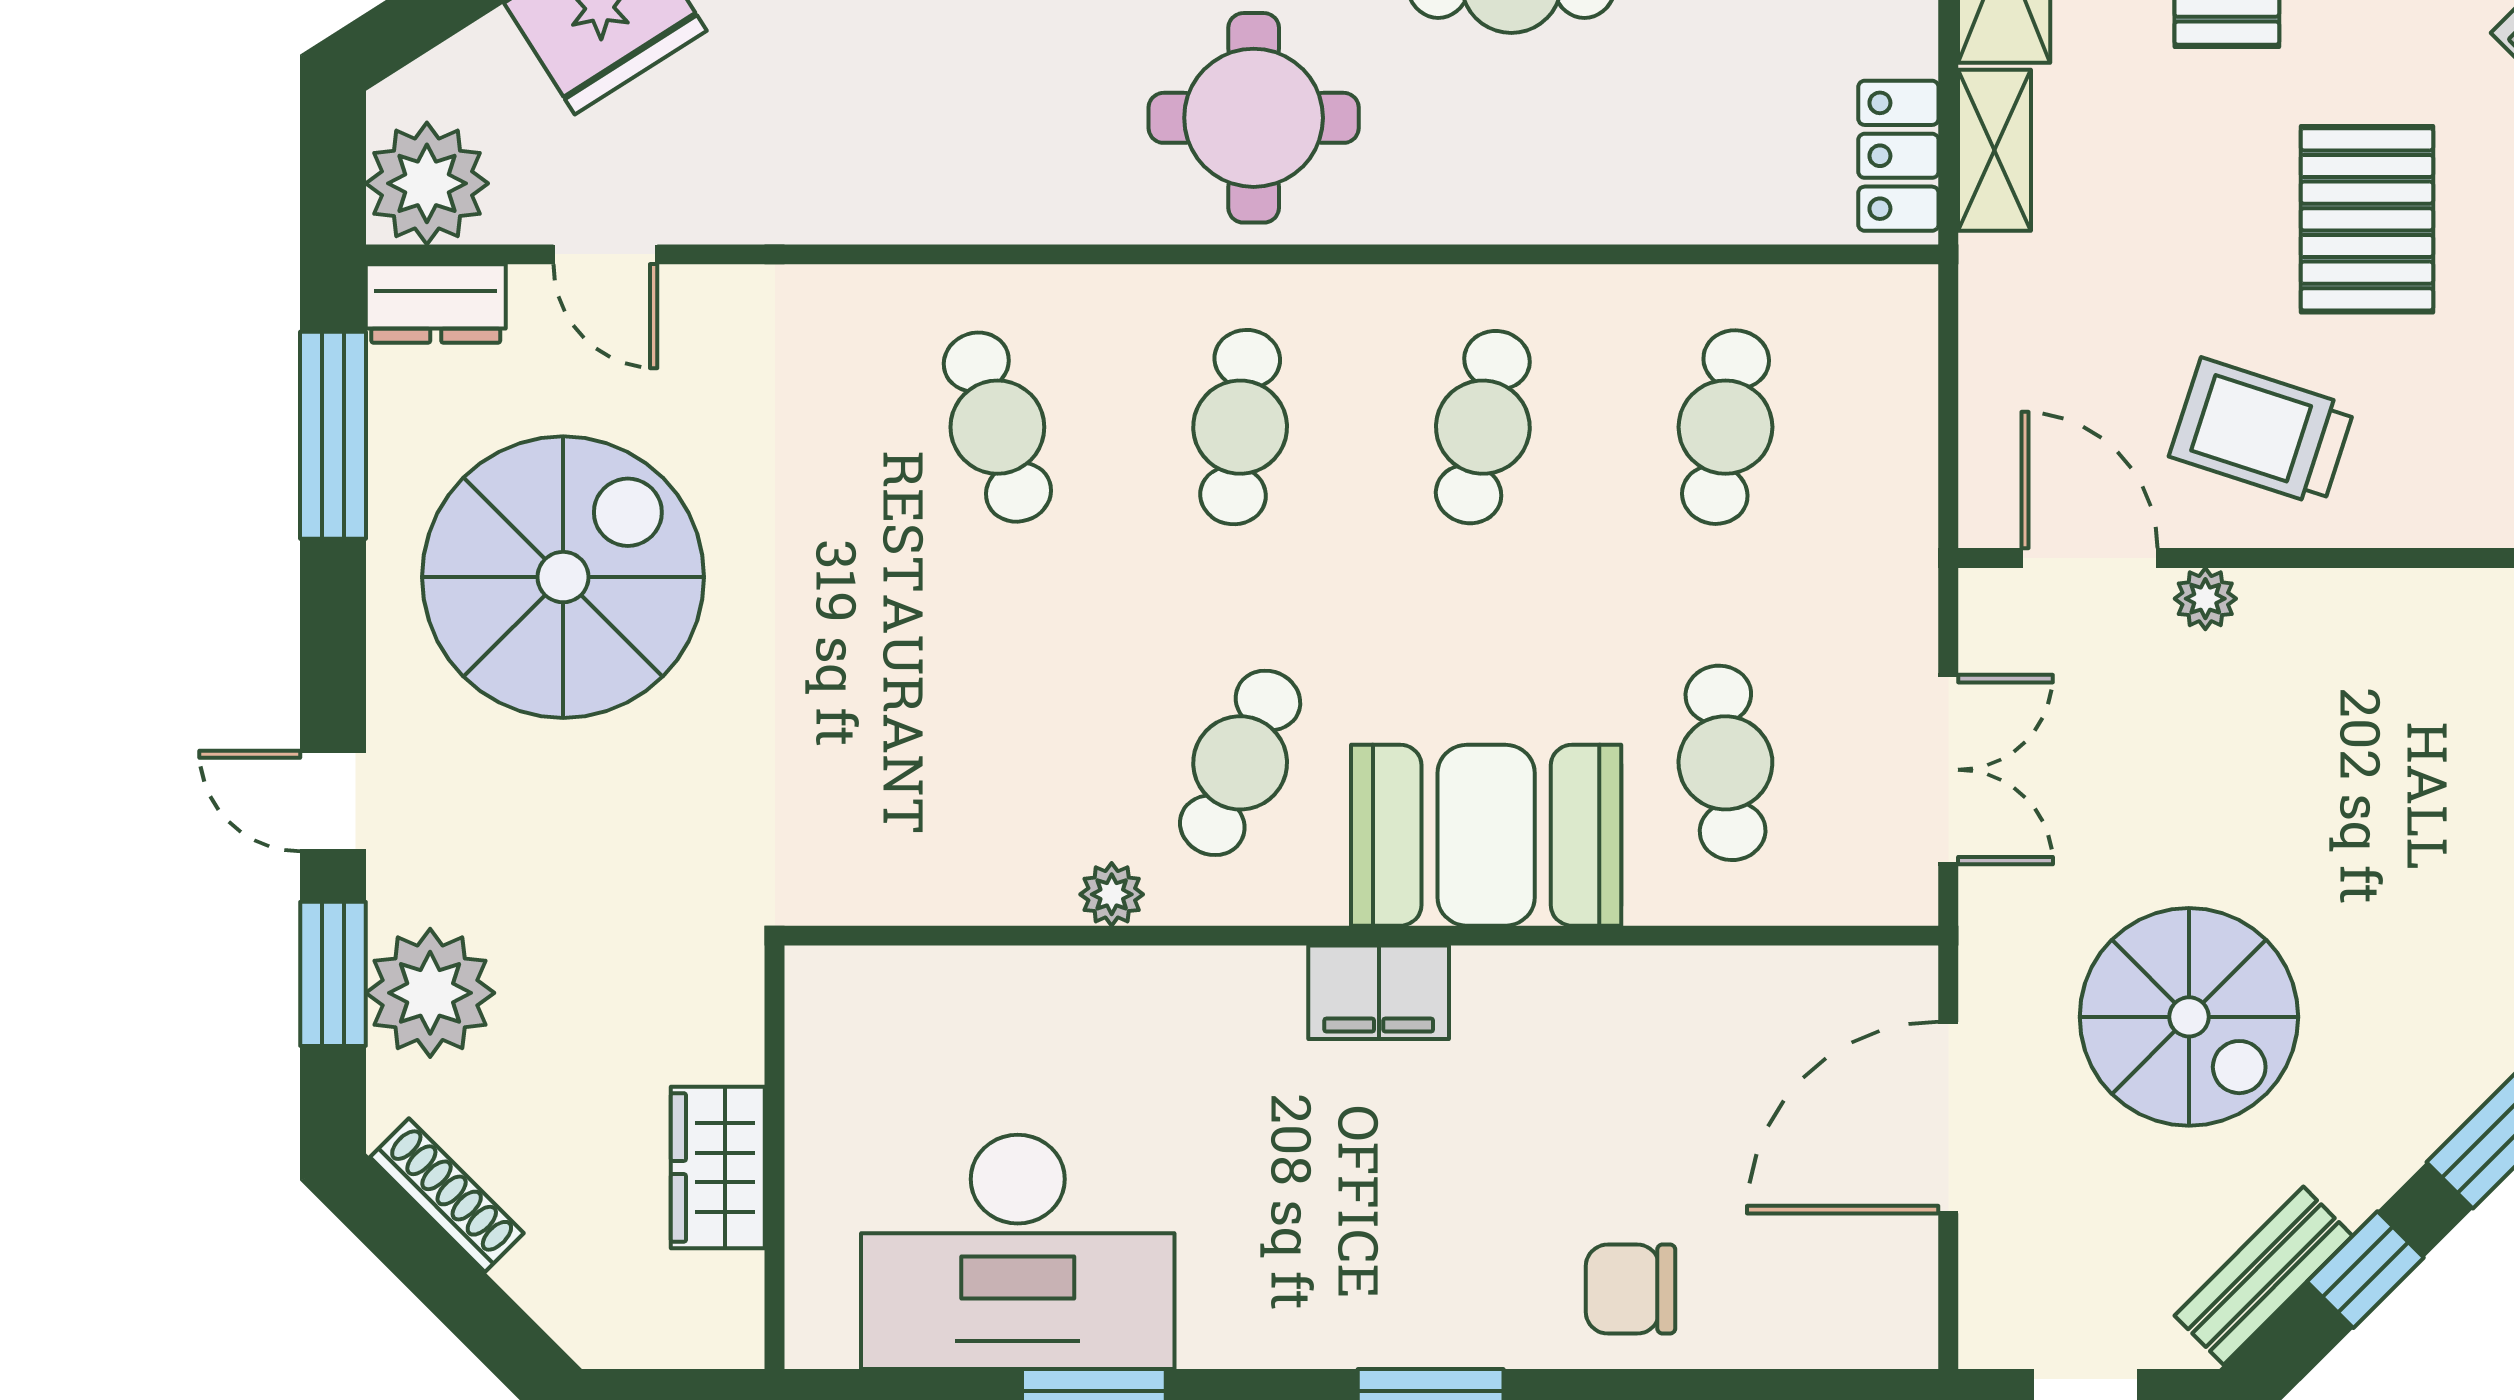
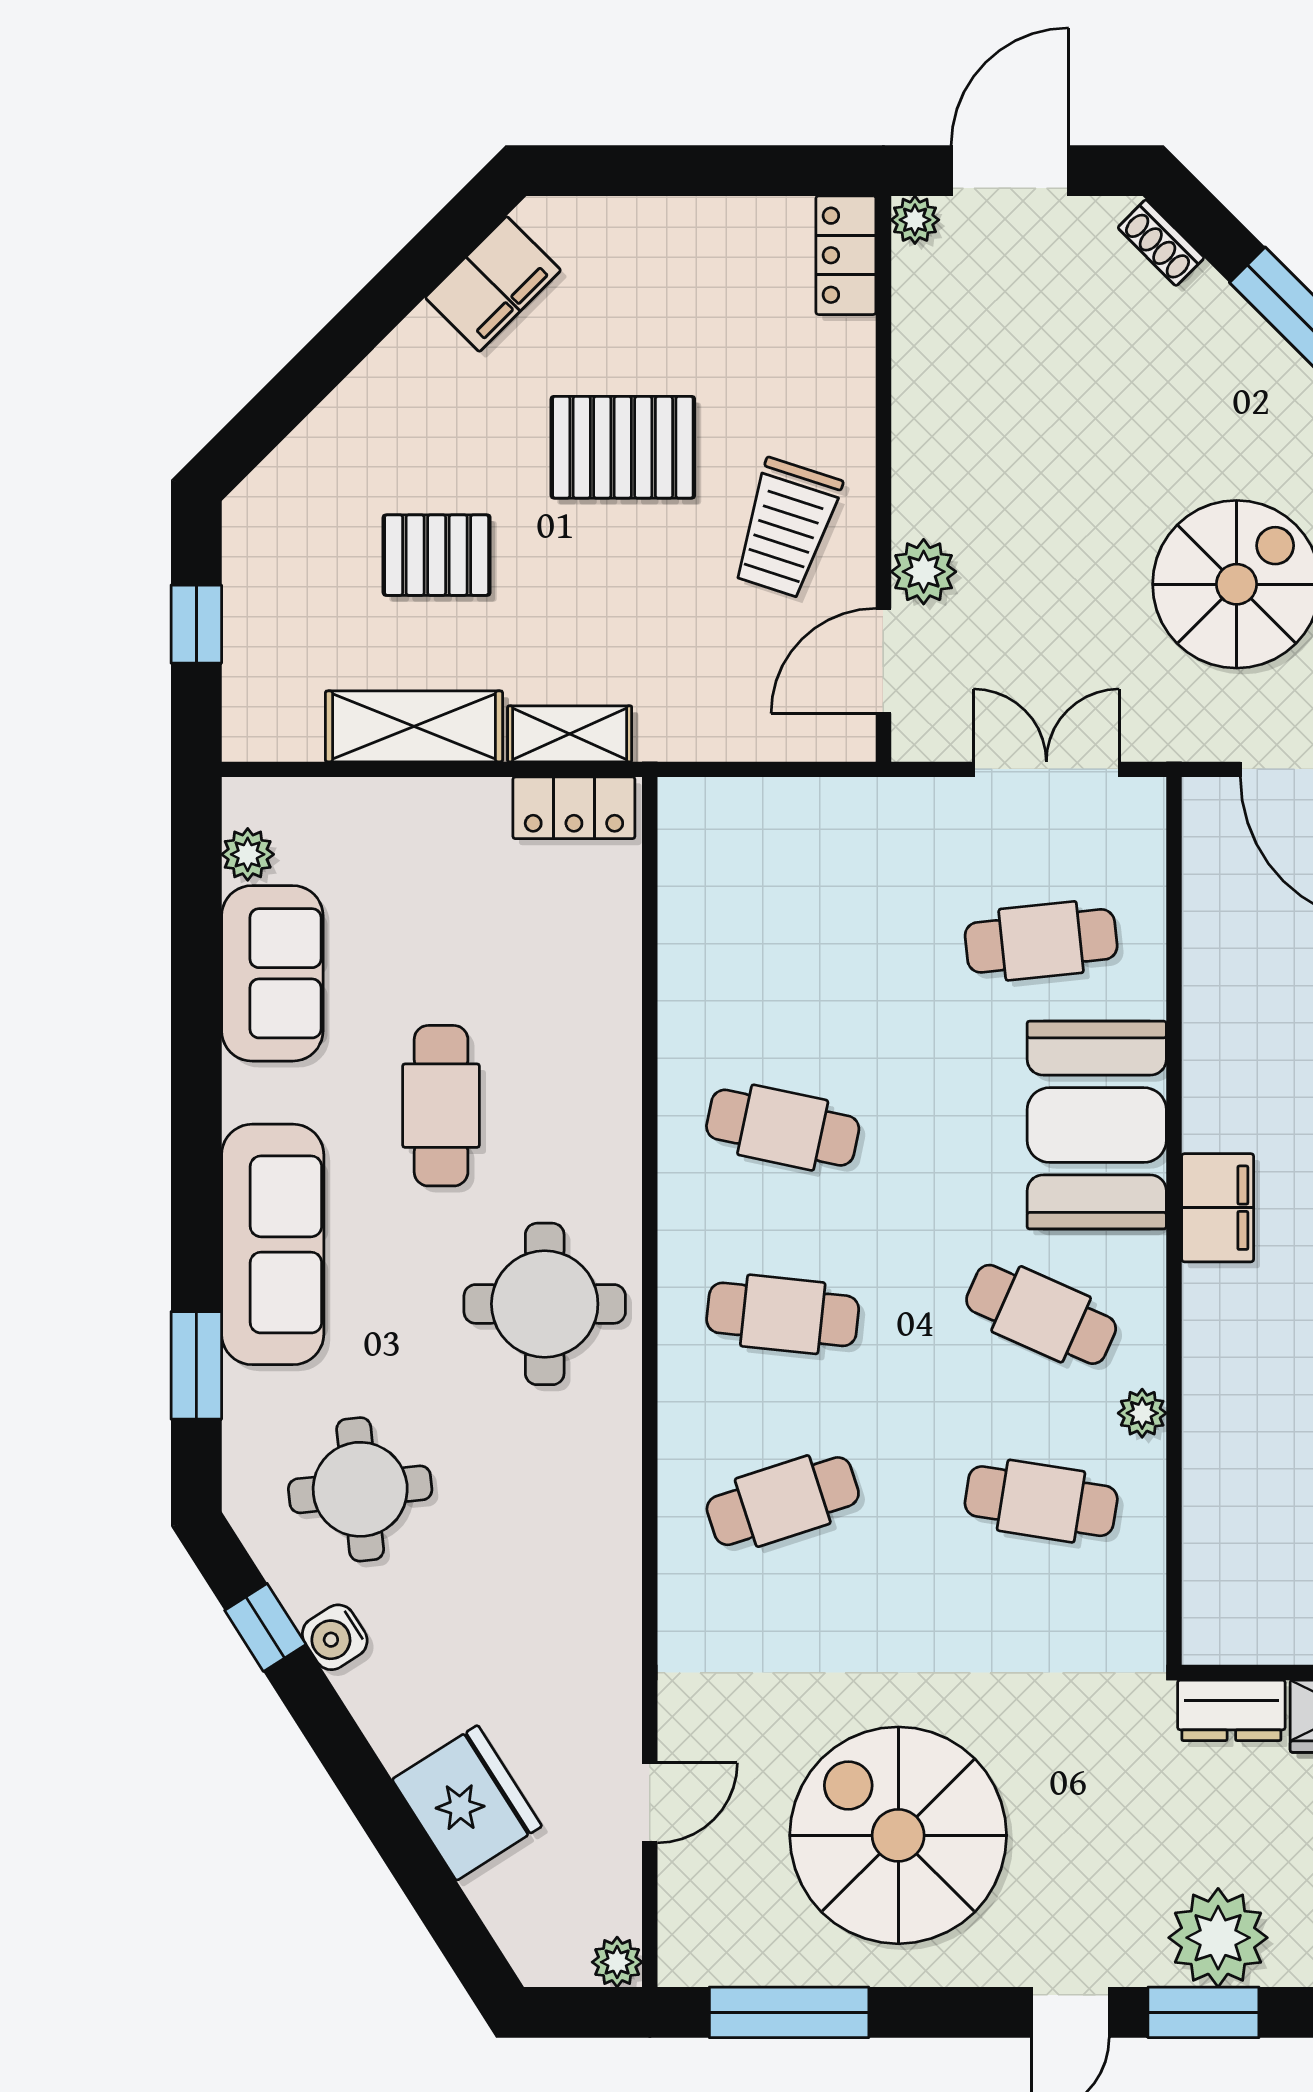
plant: (427, 183) -> (617, 1962), width x0.53, depth x0.53
dresser: (436, 304) -> (1231, 1710), moved, turned 90
cafe table: (1725, 427) -> (1041, 1501), moved
plant: (2205, 599) -> (924, 572), width x1.38, depth x1.38

